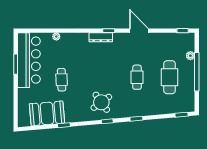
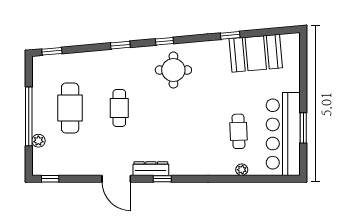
dresser: (101, 37) -> (151, 169), moved
cafe table: (62, 80) -> (238, 131), moved
round table: (101, 102) -> (173, 70), turned 36

